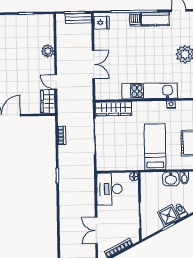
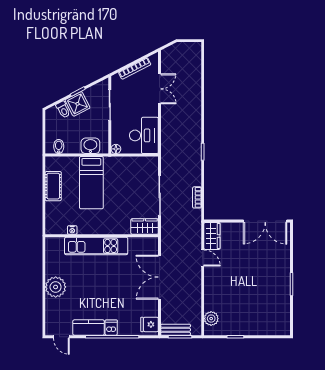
plant: (48, 51) -> (211, 319), moved
double door: (93, 64) -> (160, 277), width x1.37
wardrobe: (113, 109) -> (145, 226), width x0.67
washbasin: (171, 179) -> (90, 146), moved

